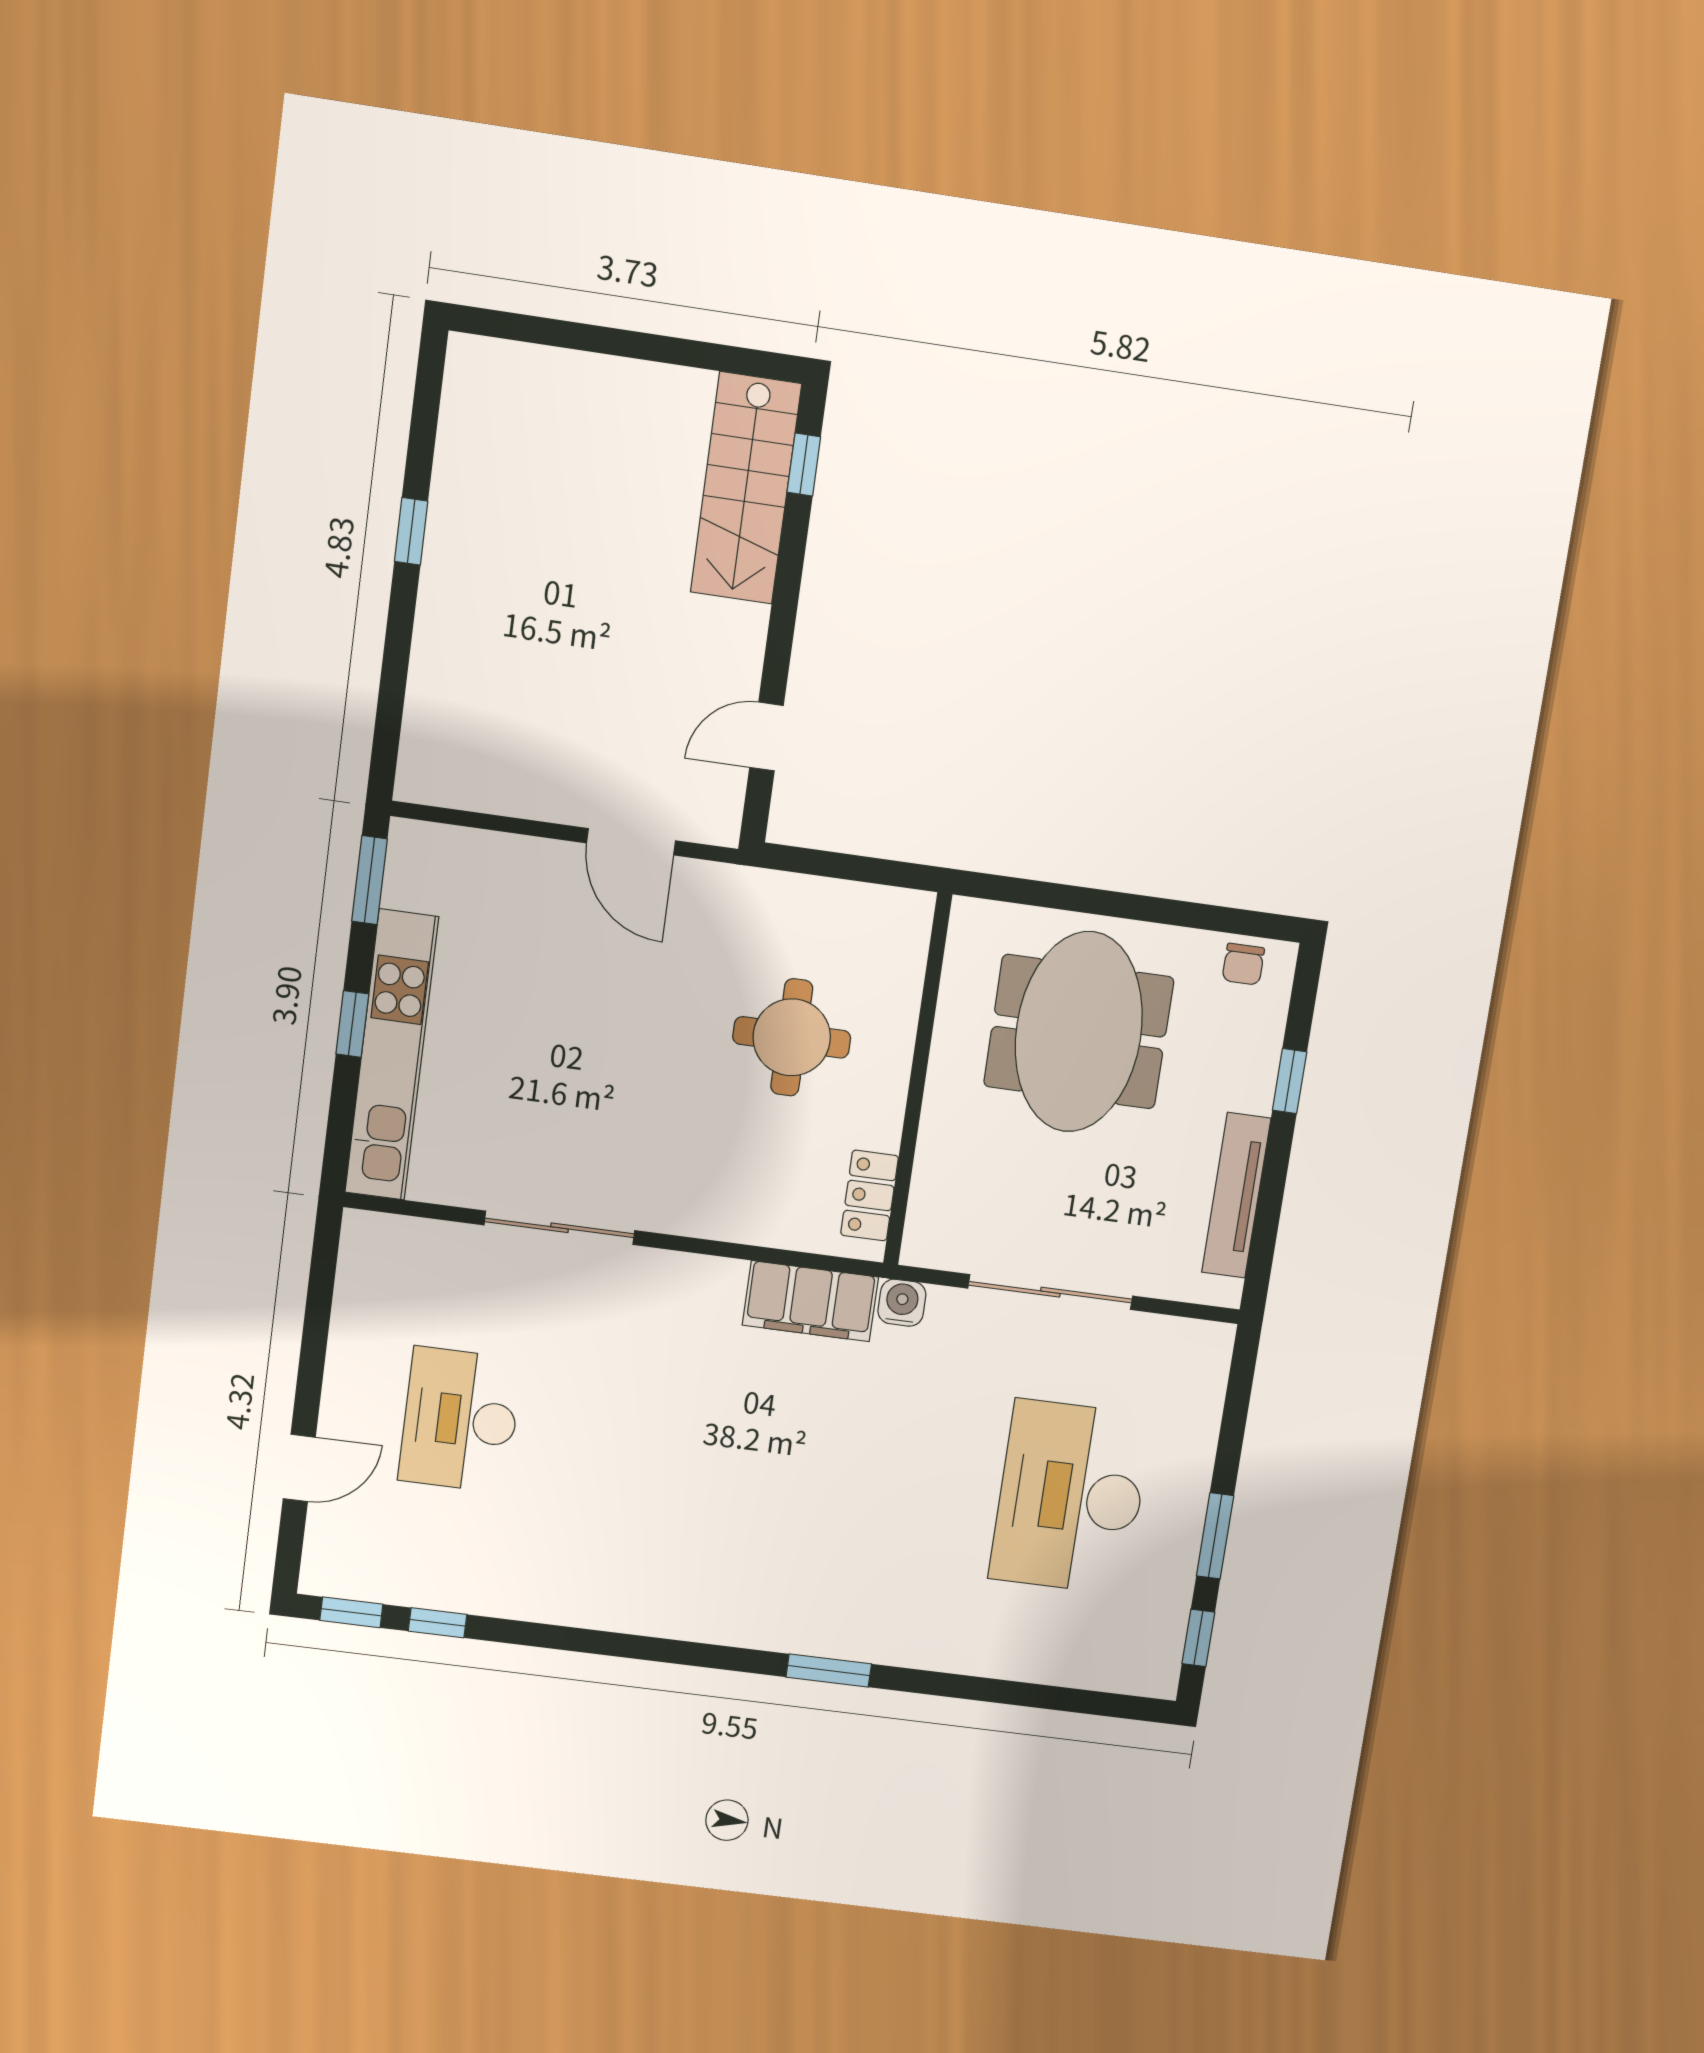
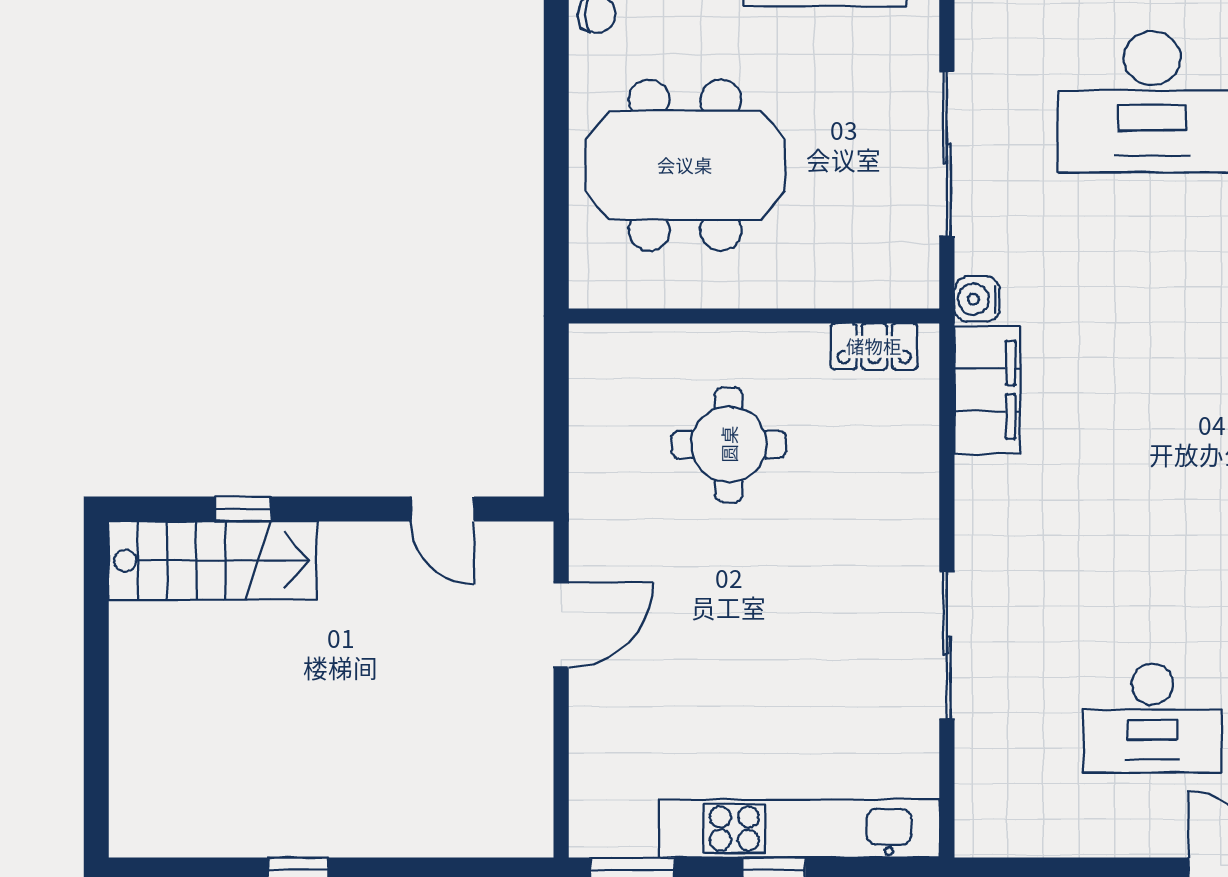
window: (804, 465) -> (243, 509), moved

